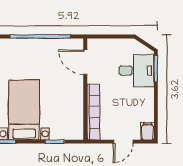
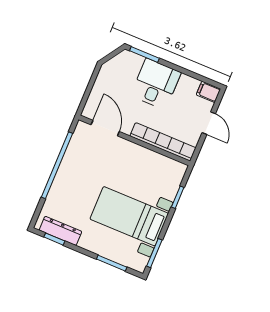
door: (85, 62) -> (105, 128), swing flipped
desk: (136, 71) -> (156, 84), moved

